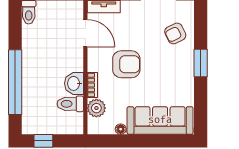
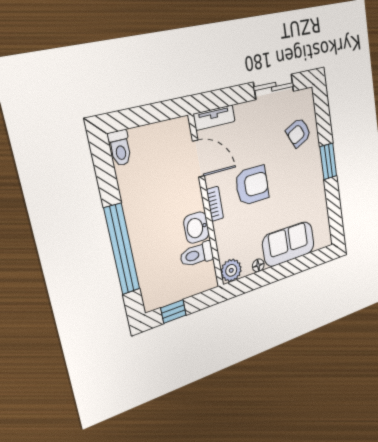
bookcase: (92, 85) -> (215, 204), moved
plant: (96, 108) -> (231, 270), moved
sofa: (160, 120) -> (289, 244), width x0.73

